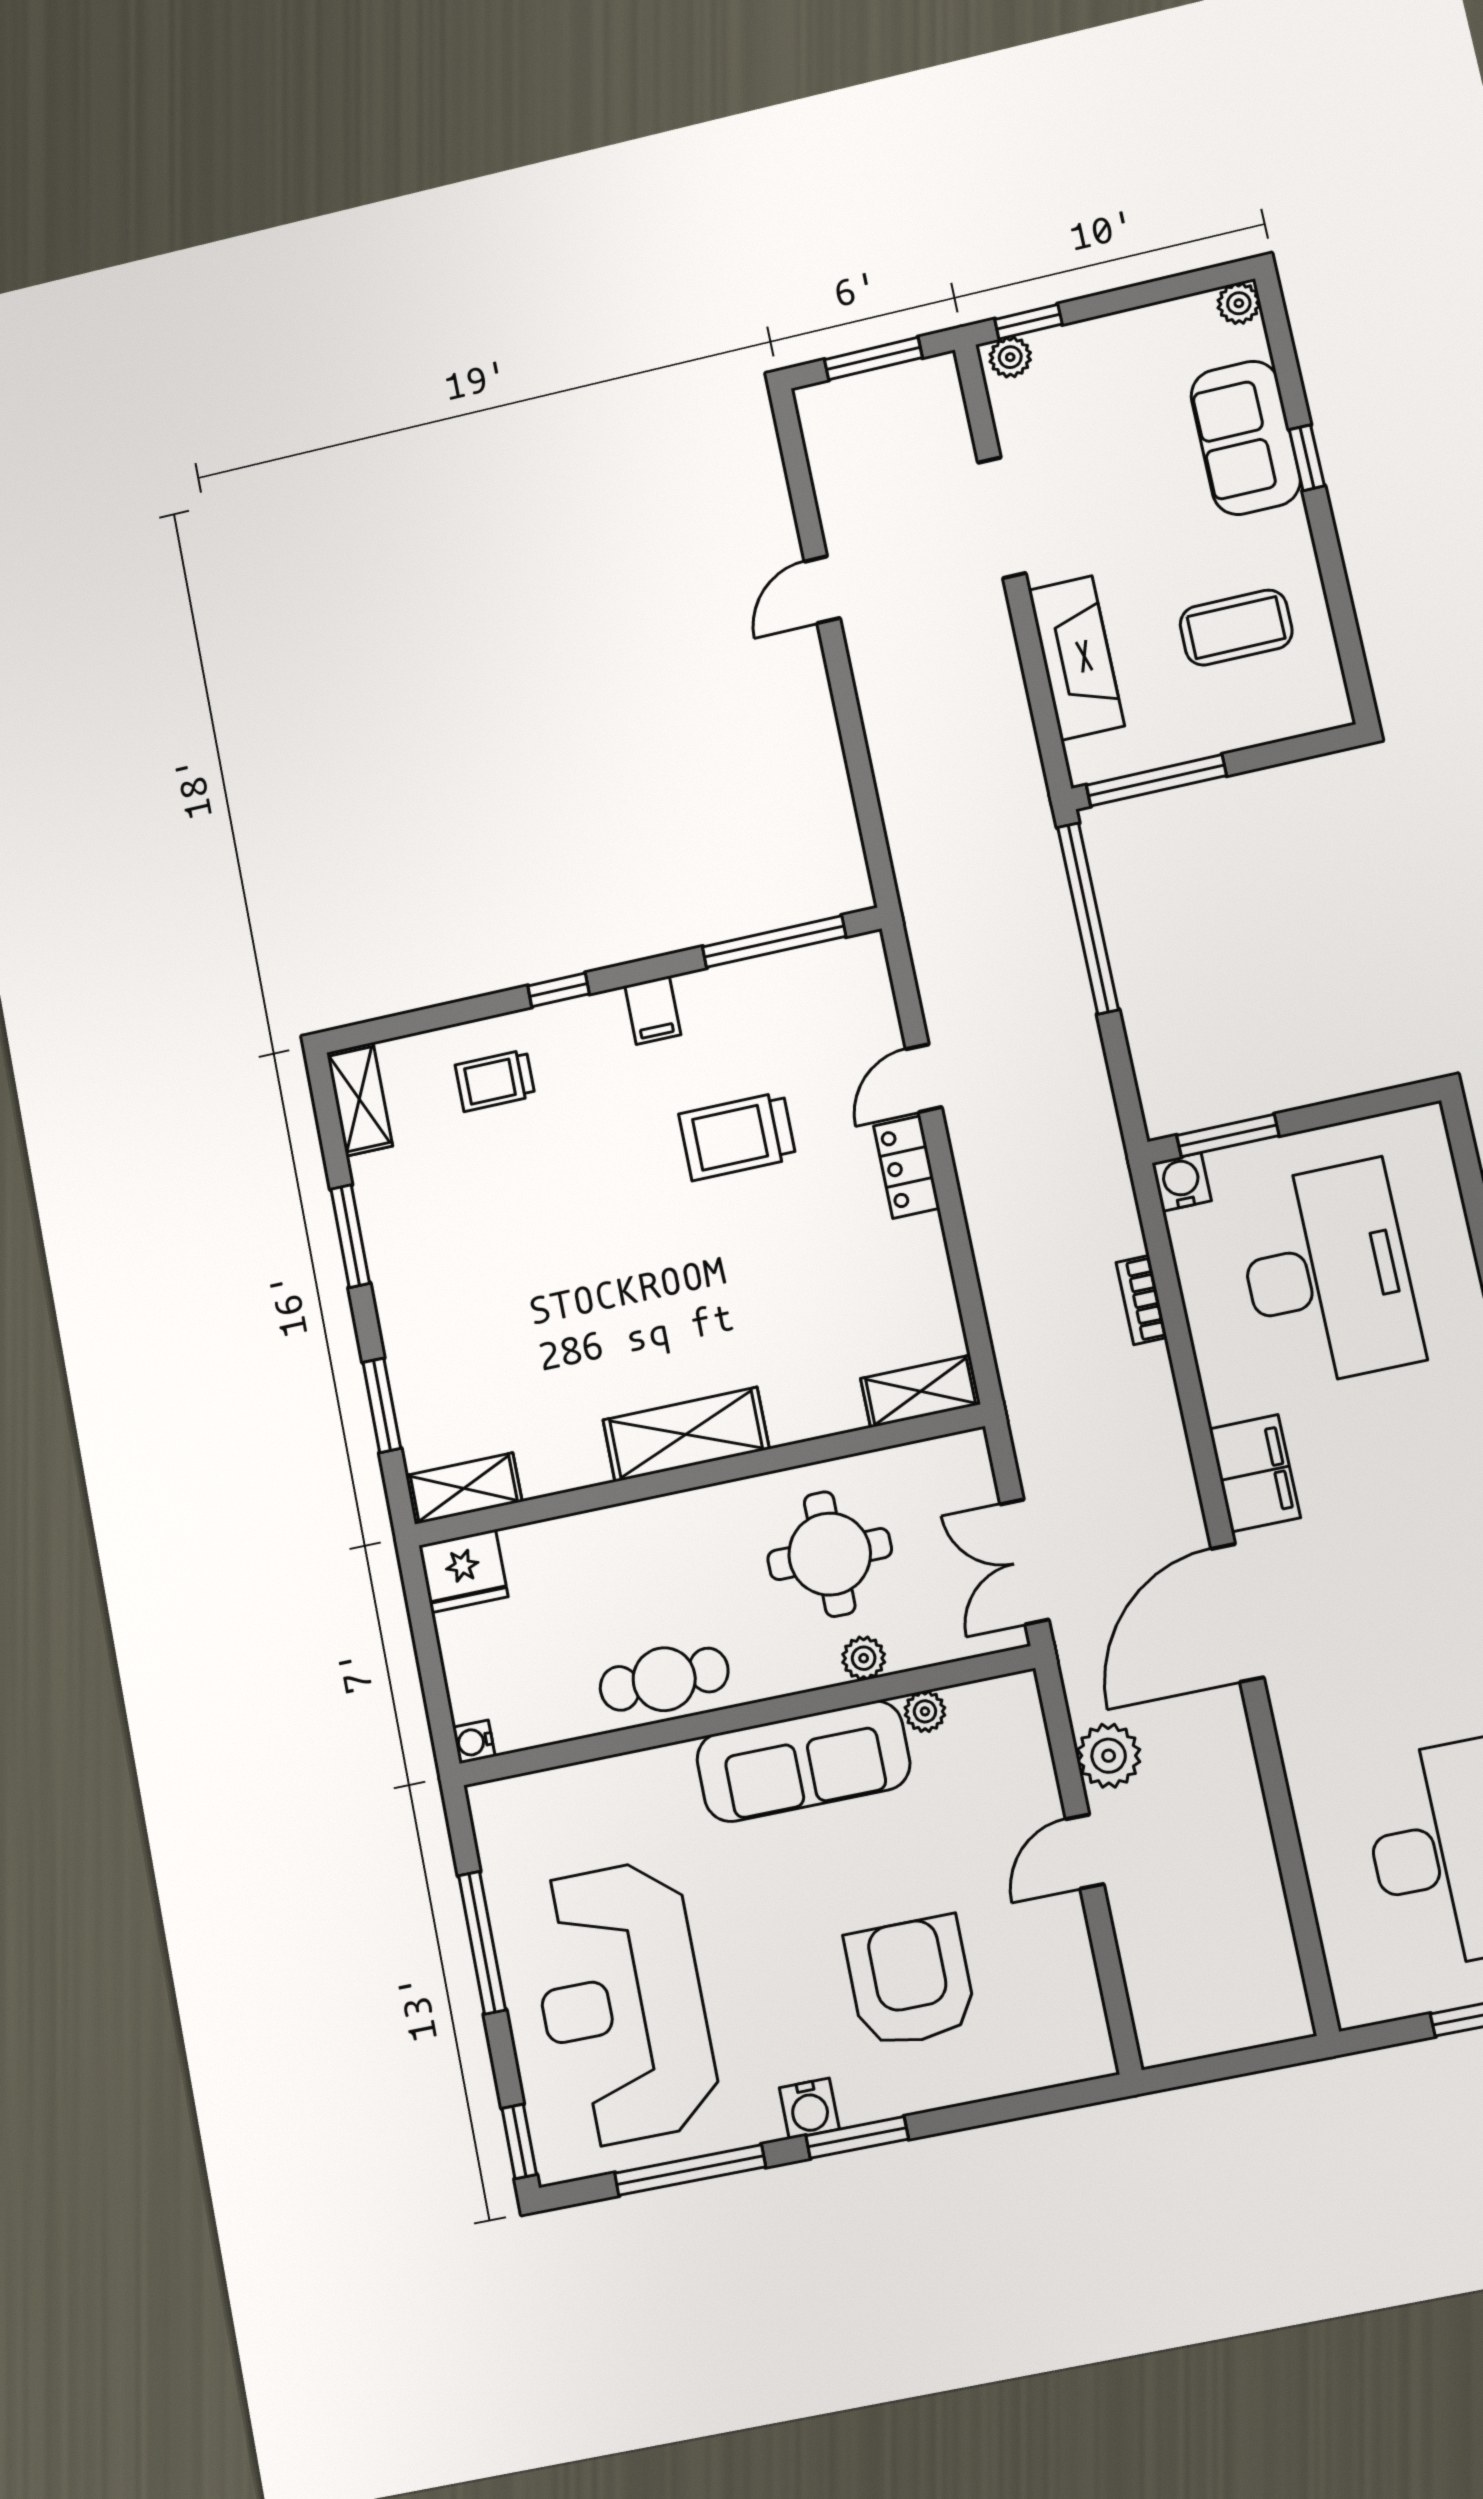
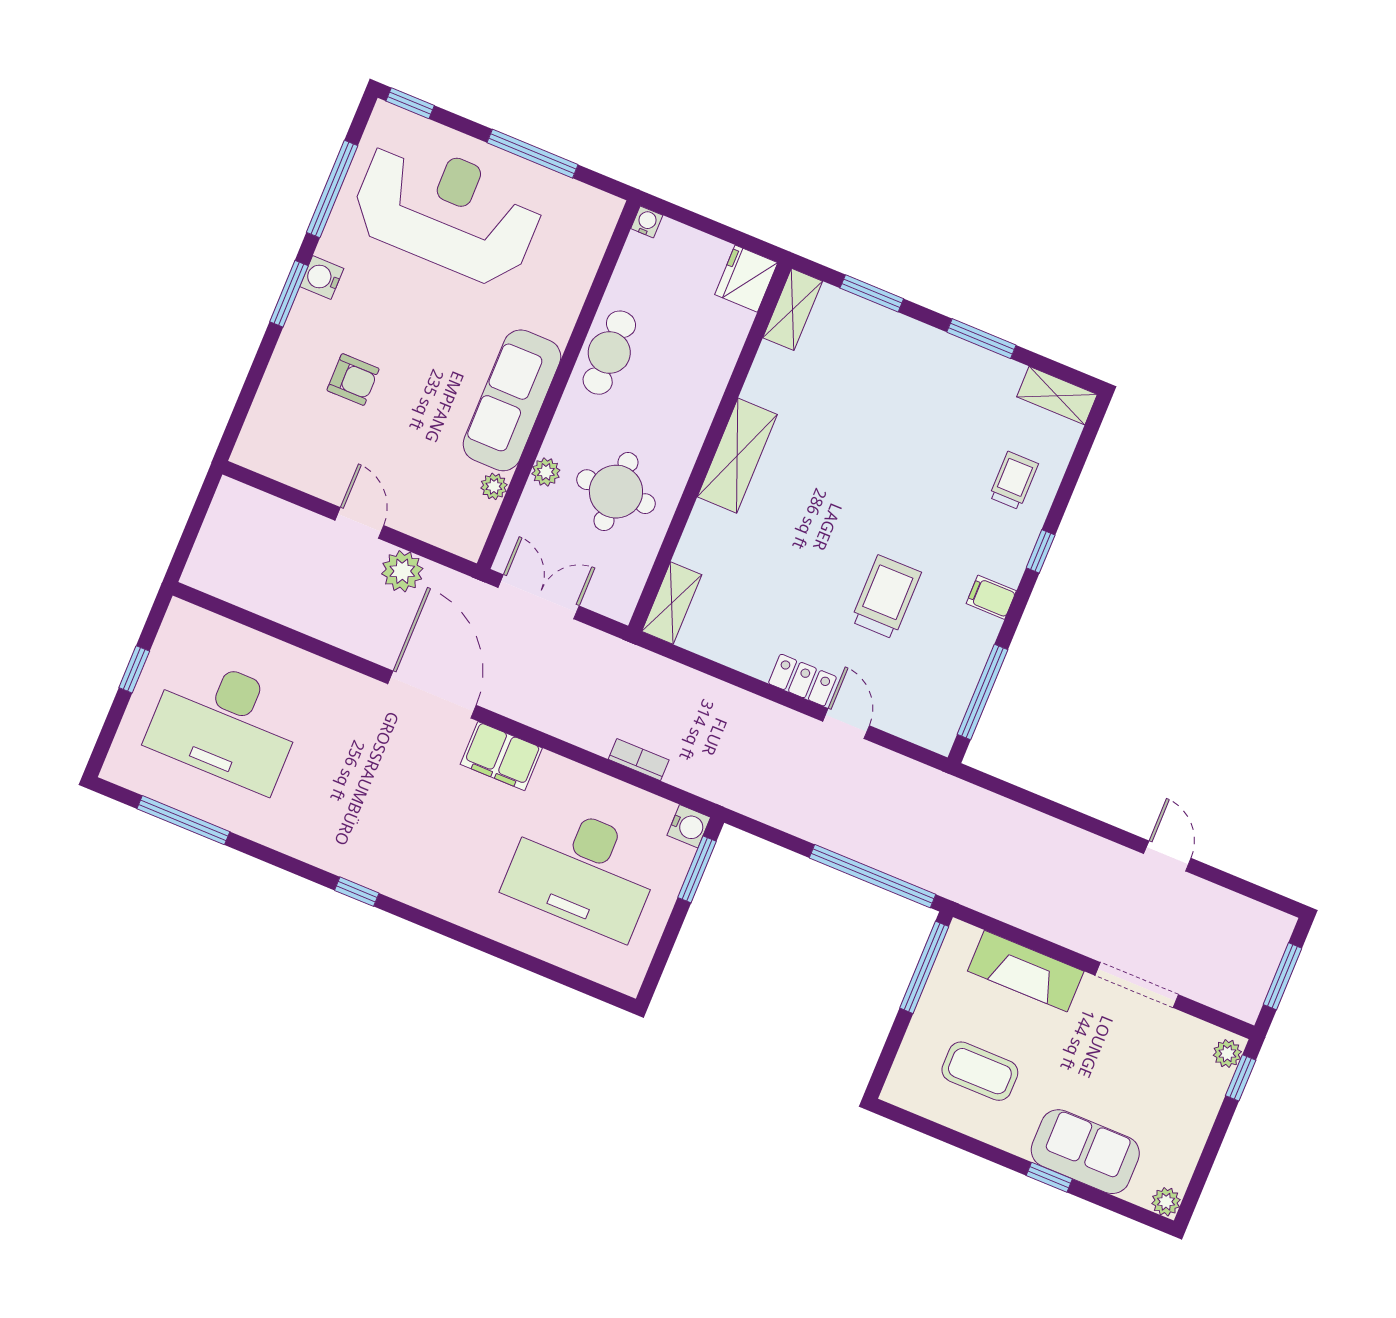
coffee table: (1236, 628) -> (980, 1071), turned 90
armchair: (910, 1982) -> (353, 380), width x0.53, depth x0.53

